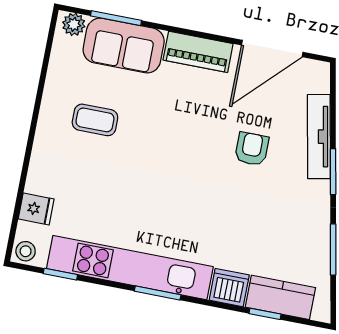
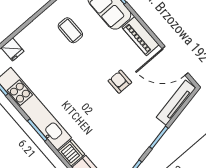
tv unit: (319, 137) -> (176, 103), moved
armchair: (252, 149) -> (120, 82), moved, turned -90

